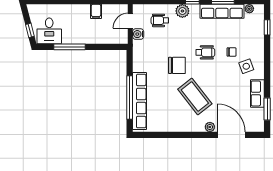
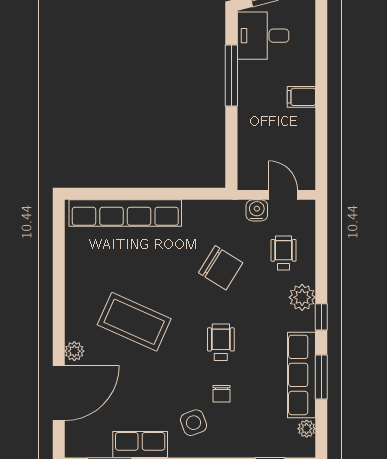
filing cabinet: (96, 11) -> (301, 97), moved
wheelchair: (205, 52) -> (221, 342), turned 180
chair: (177, 65) -> (221, 268), moved, turned -58
coffee table: (195, 97) -> (134, 322), turned 62
window: (130, 98) -> (132, 194), removed

